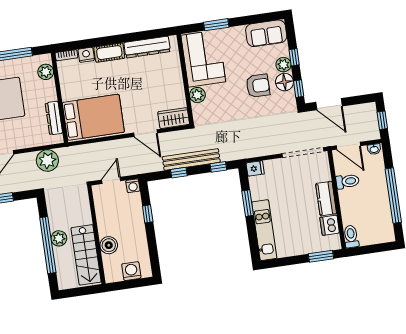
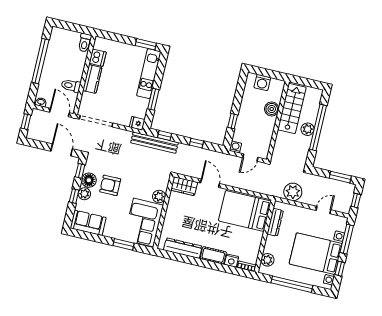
bench: (191, 159) -> (154, 143), moved
window: (321, 256) -> (146, 44), moved

